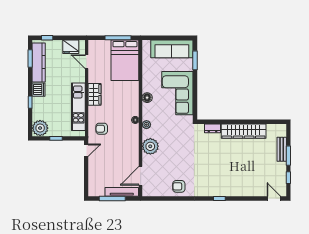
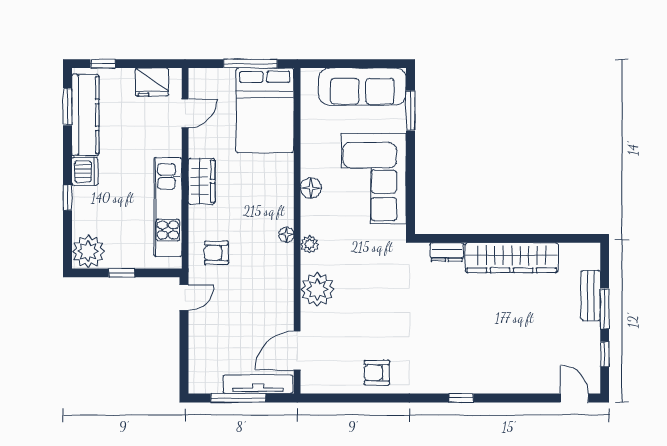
door: (87, 62) -> (185, 113), swing flipped

